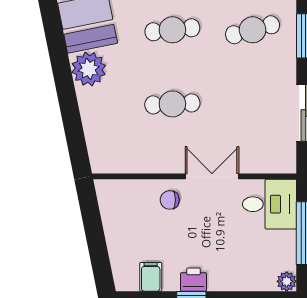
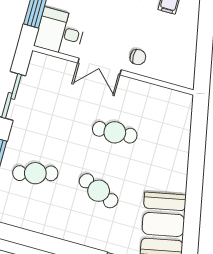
cafe table: (172, 30) -> (99, 191), turned 30
plant: (89, 69) -> (173, 178), removed

